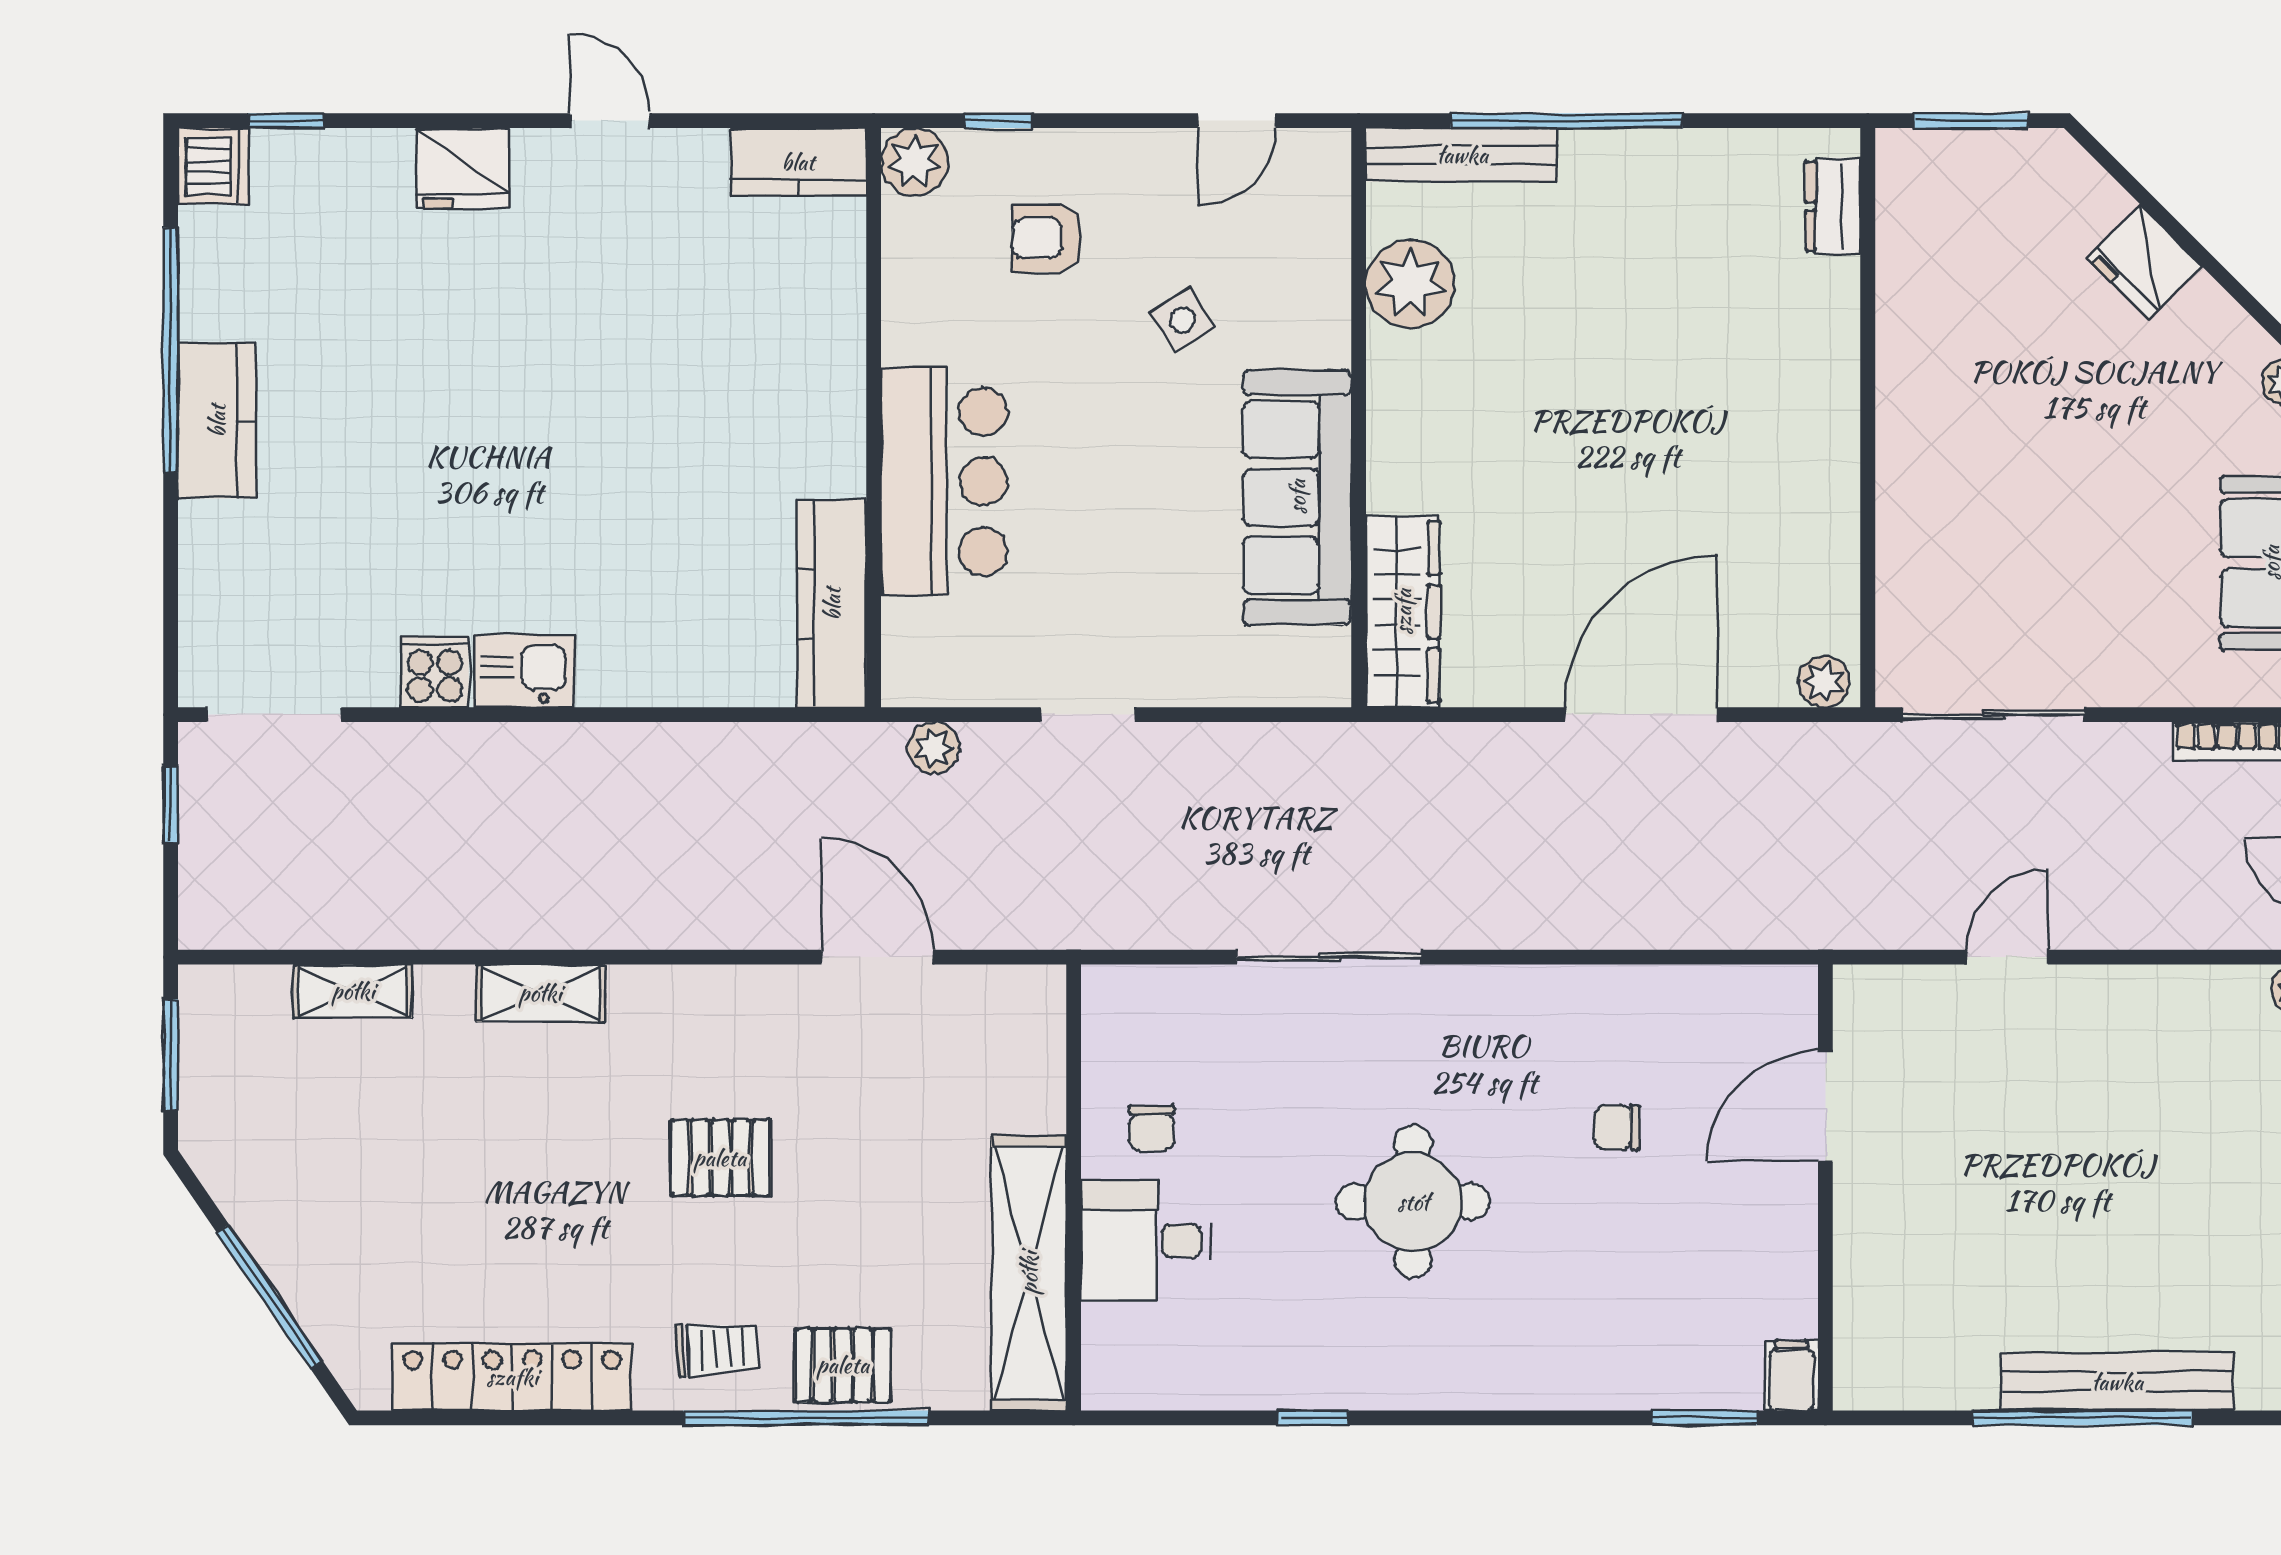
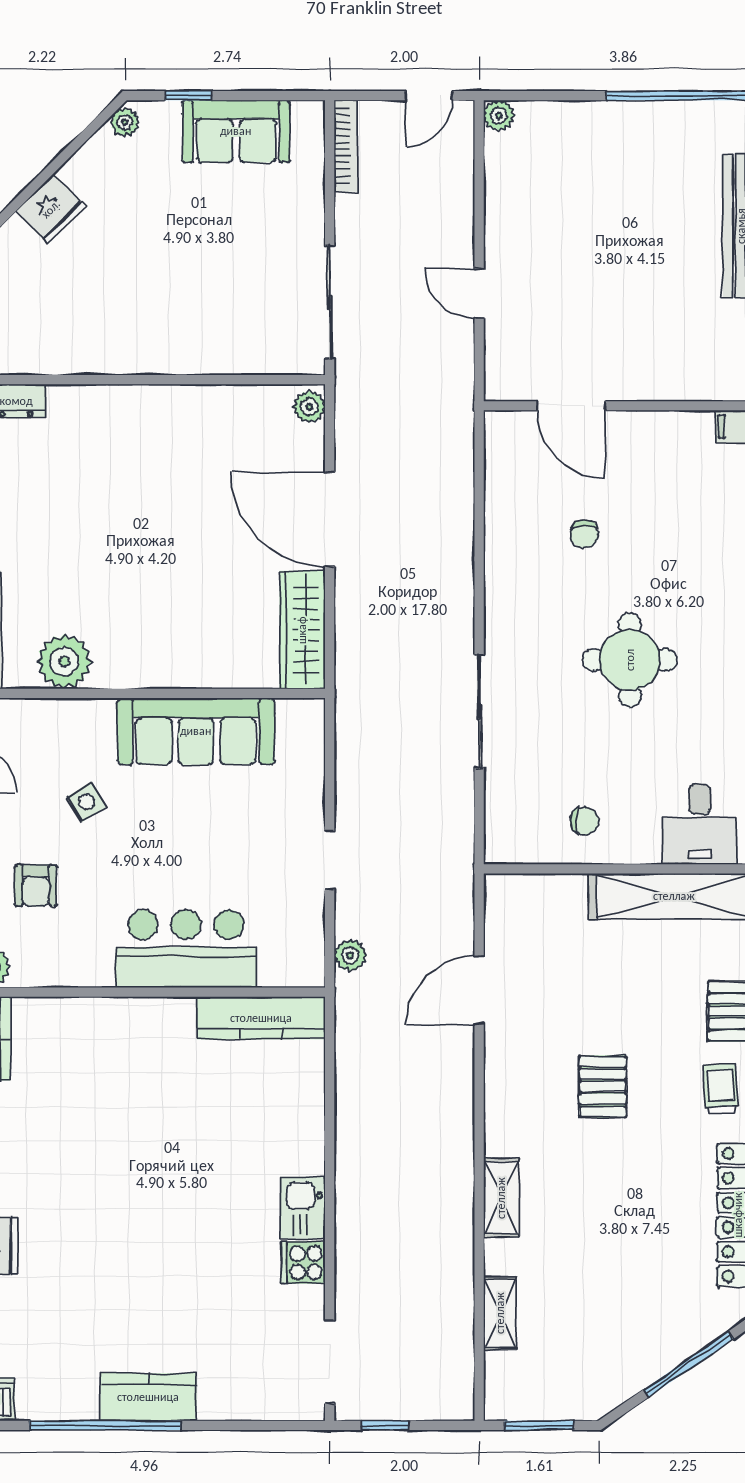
wardrobe: (1403, 612) -> (302, 630), moved, turned -90
desk: (1146, 1241) -> (699, 824), moved

